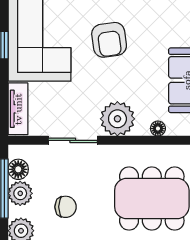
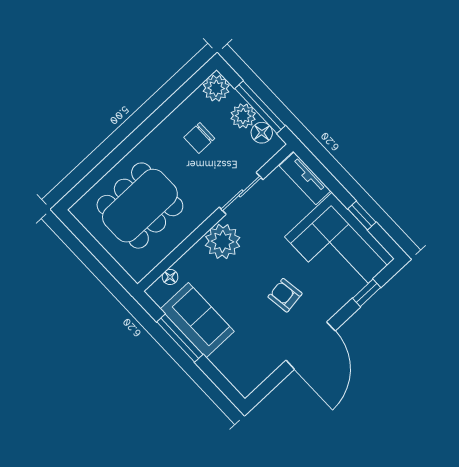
armchair: (109, 40) -> (285, 295), width x0.72, depth x0.72
floor lamp: (158, 129) -> (170, 277), moved

